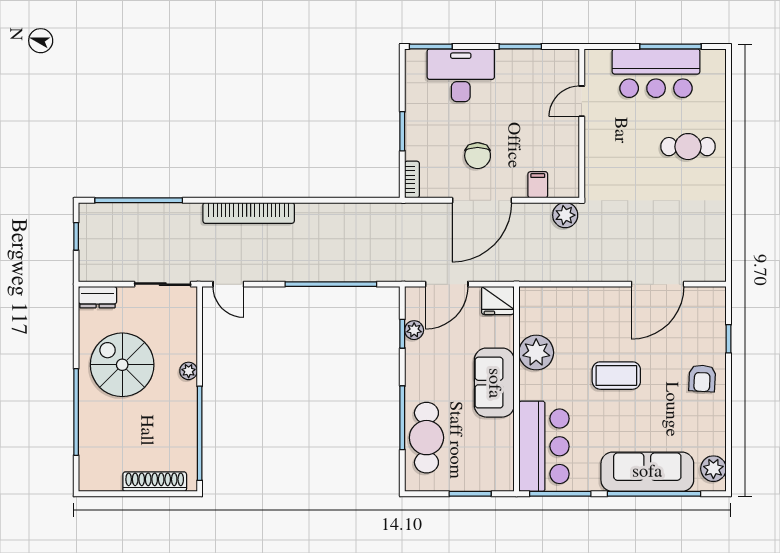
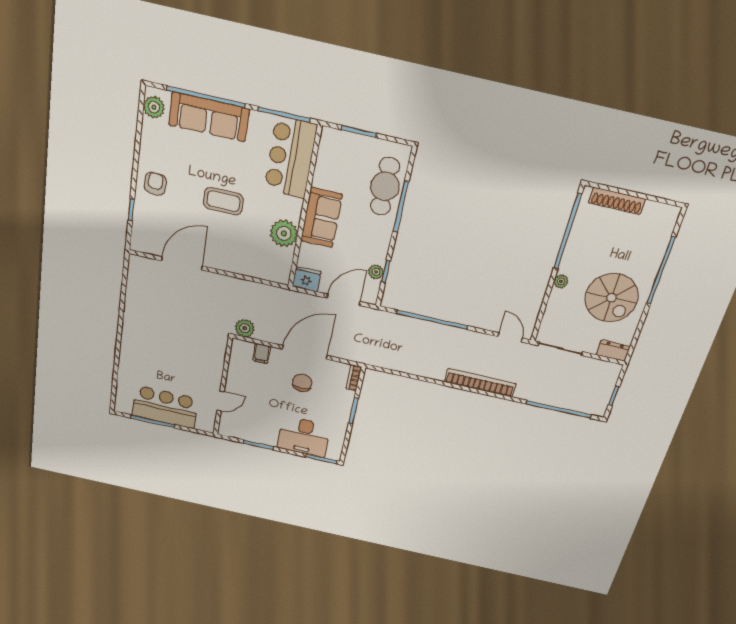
cafe table: (688, 147) -> (148, 354), removed

